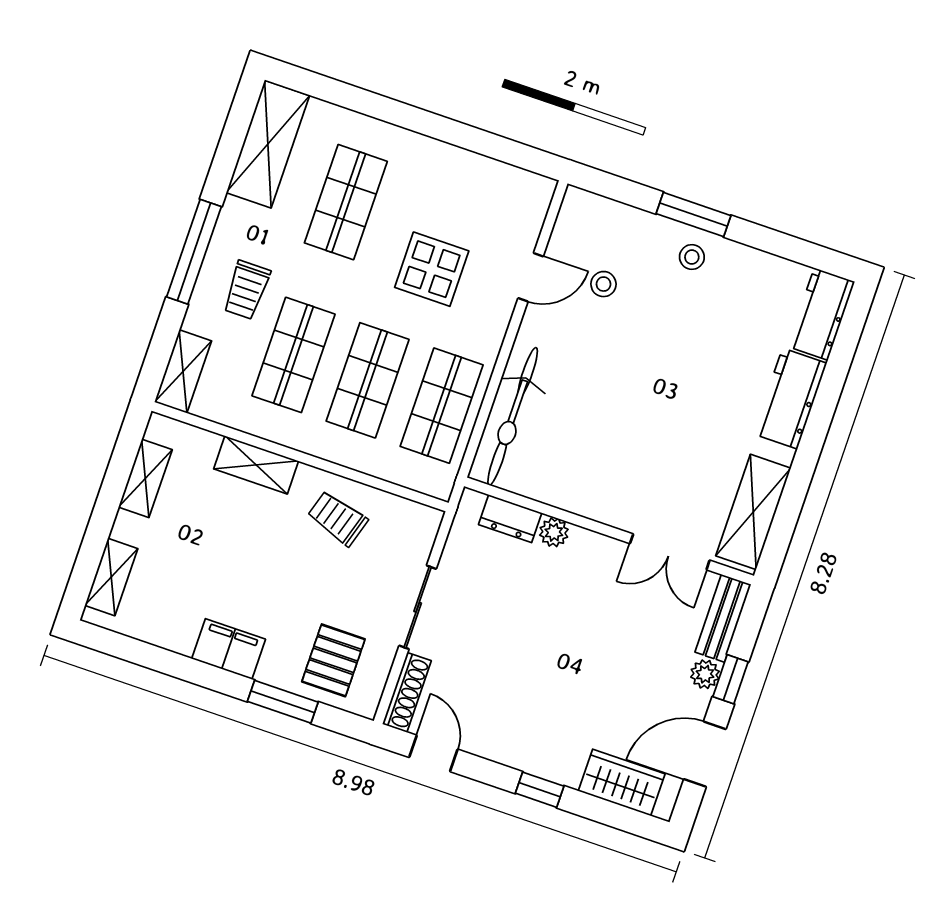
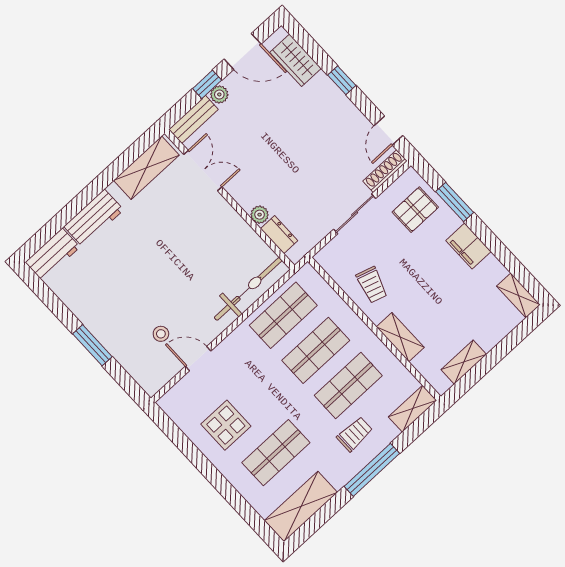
stool: (692, 257) -> (106, 323), removed
display table: (432, 269) -> (226, 425), moved
shelving: (111, 577) -> (518, 295), moved, turned 90

